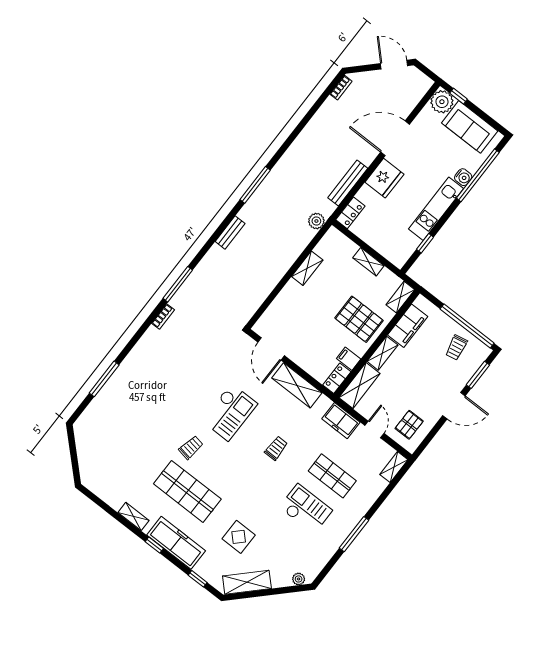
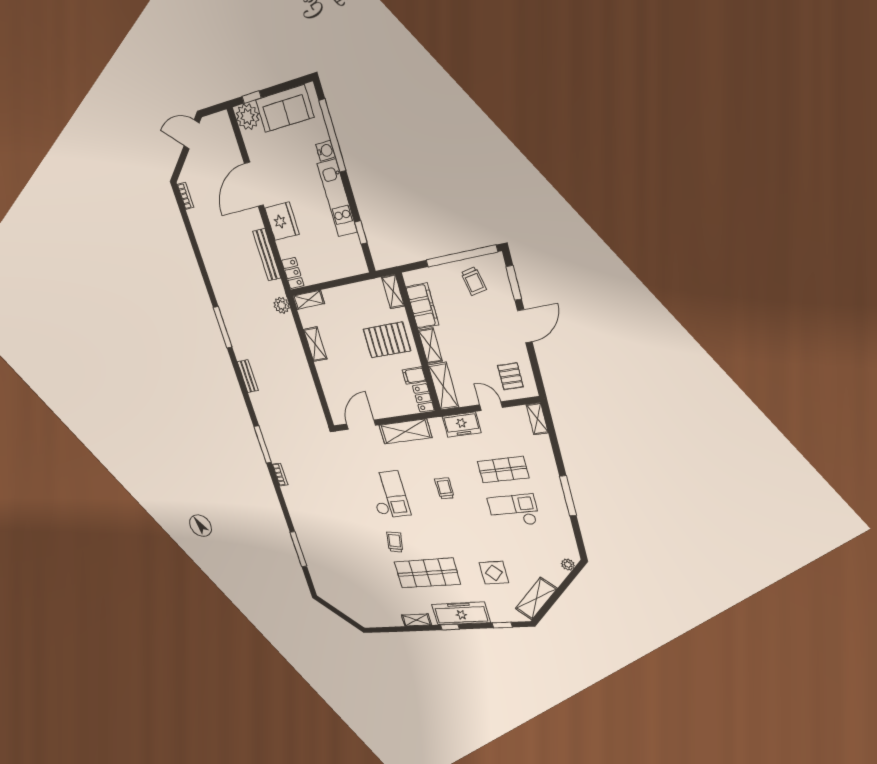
shelving: (368, 262) -> (309, 300), moved
door: (271, 349) -> (361, 425), swing flipped

